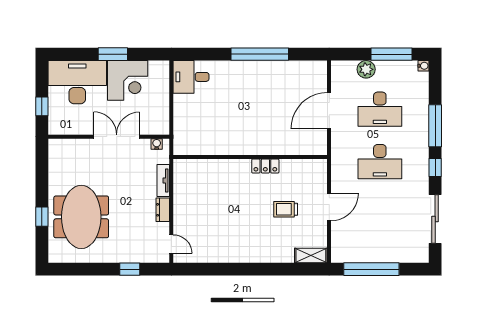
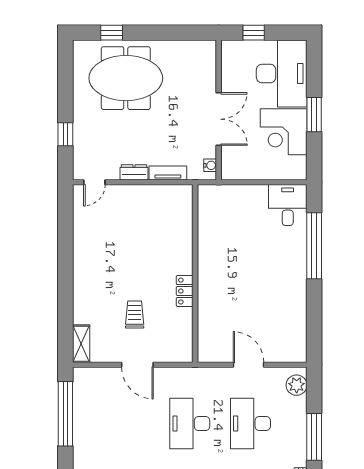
window: (260, 54) -> (314, 246), moved
plant: (366, 69) -> (297, 385), moved
door: (329, 111) -> (249, 365), width x0.73
window: (42, 217) -> (112, 33), moved

